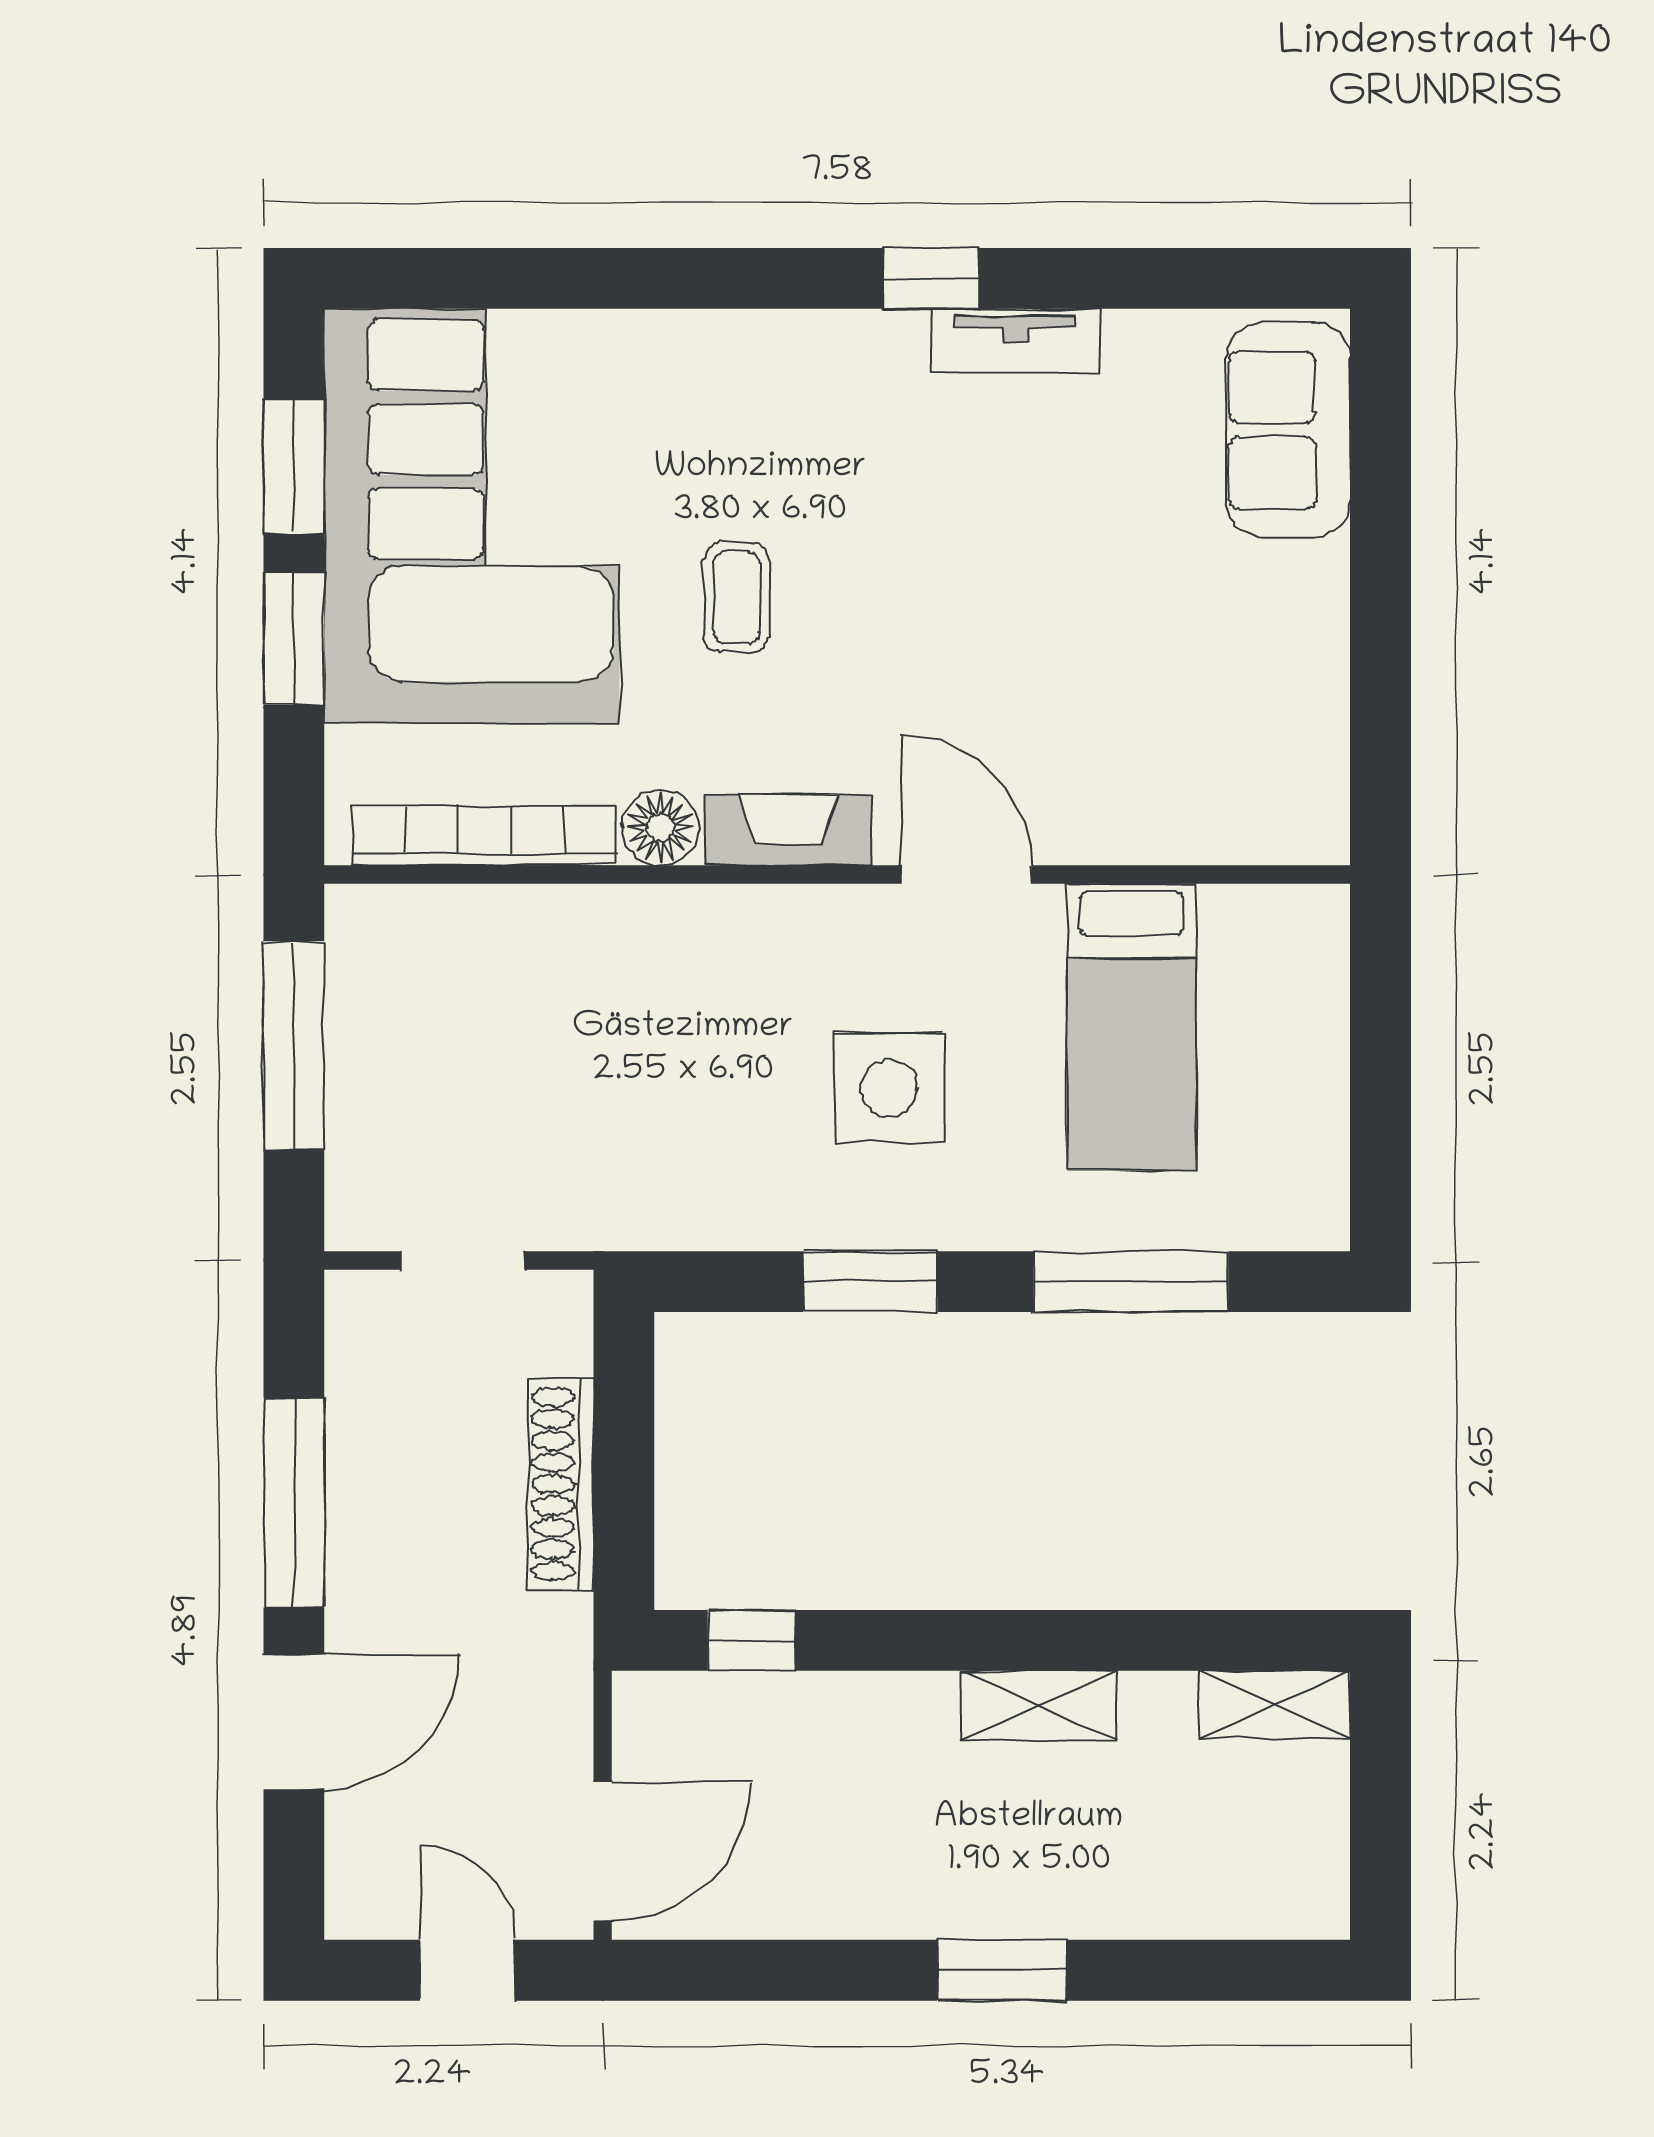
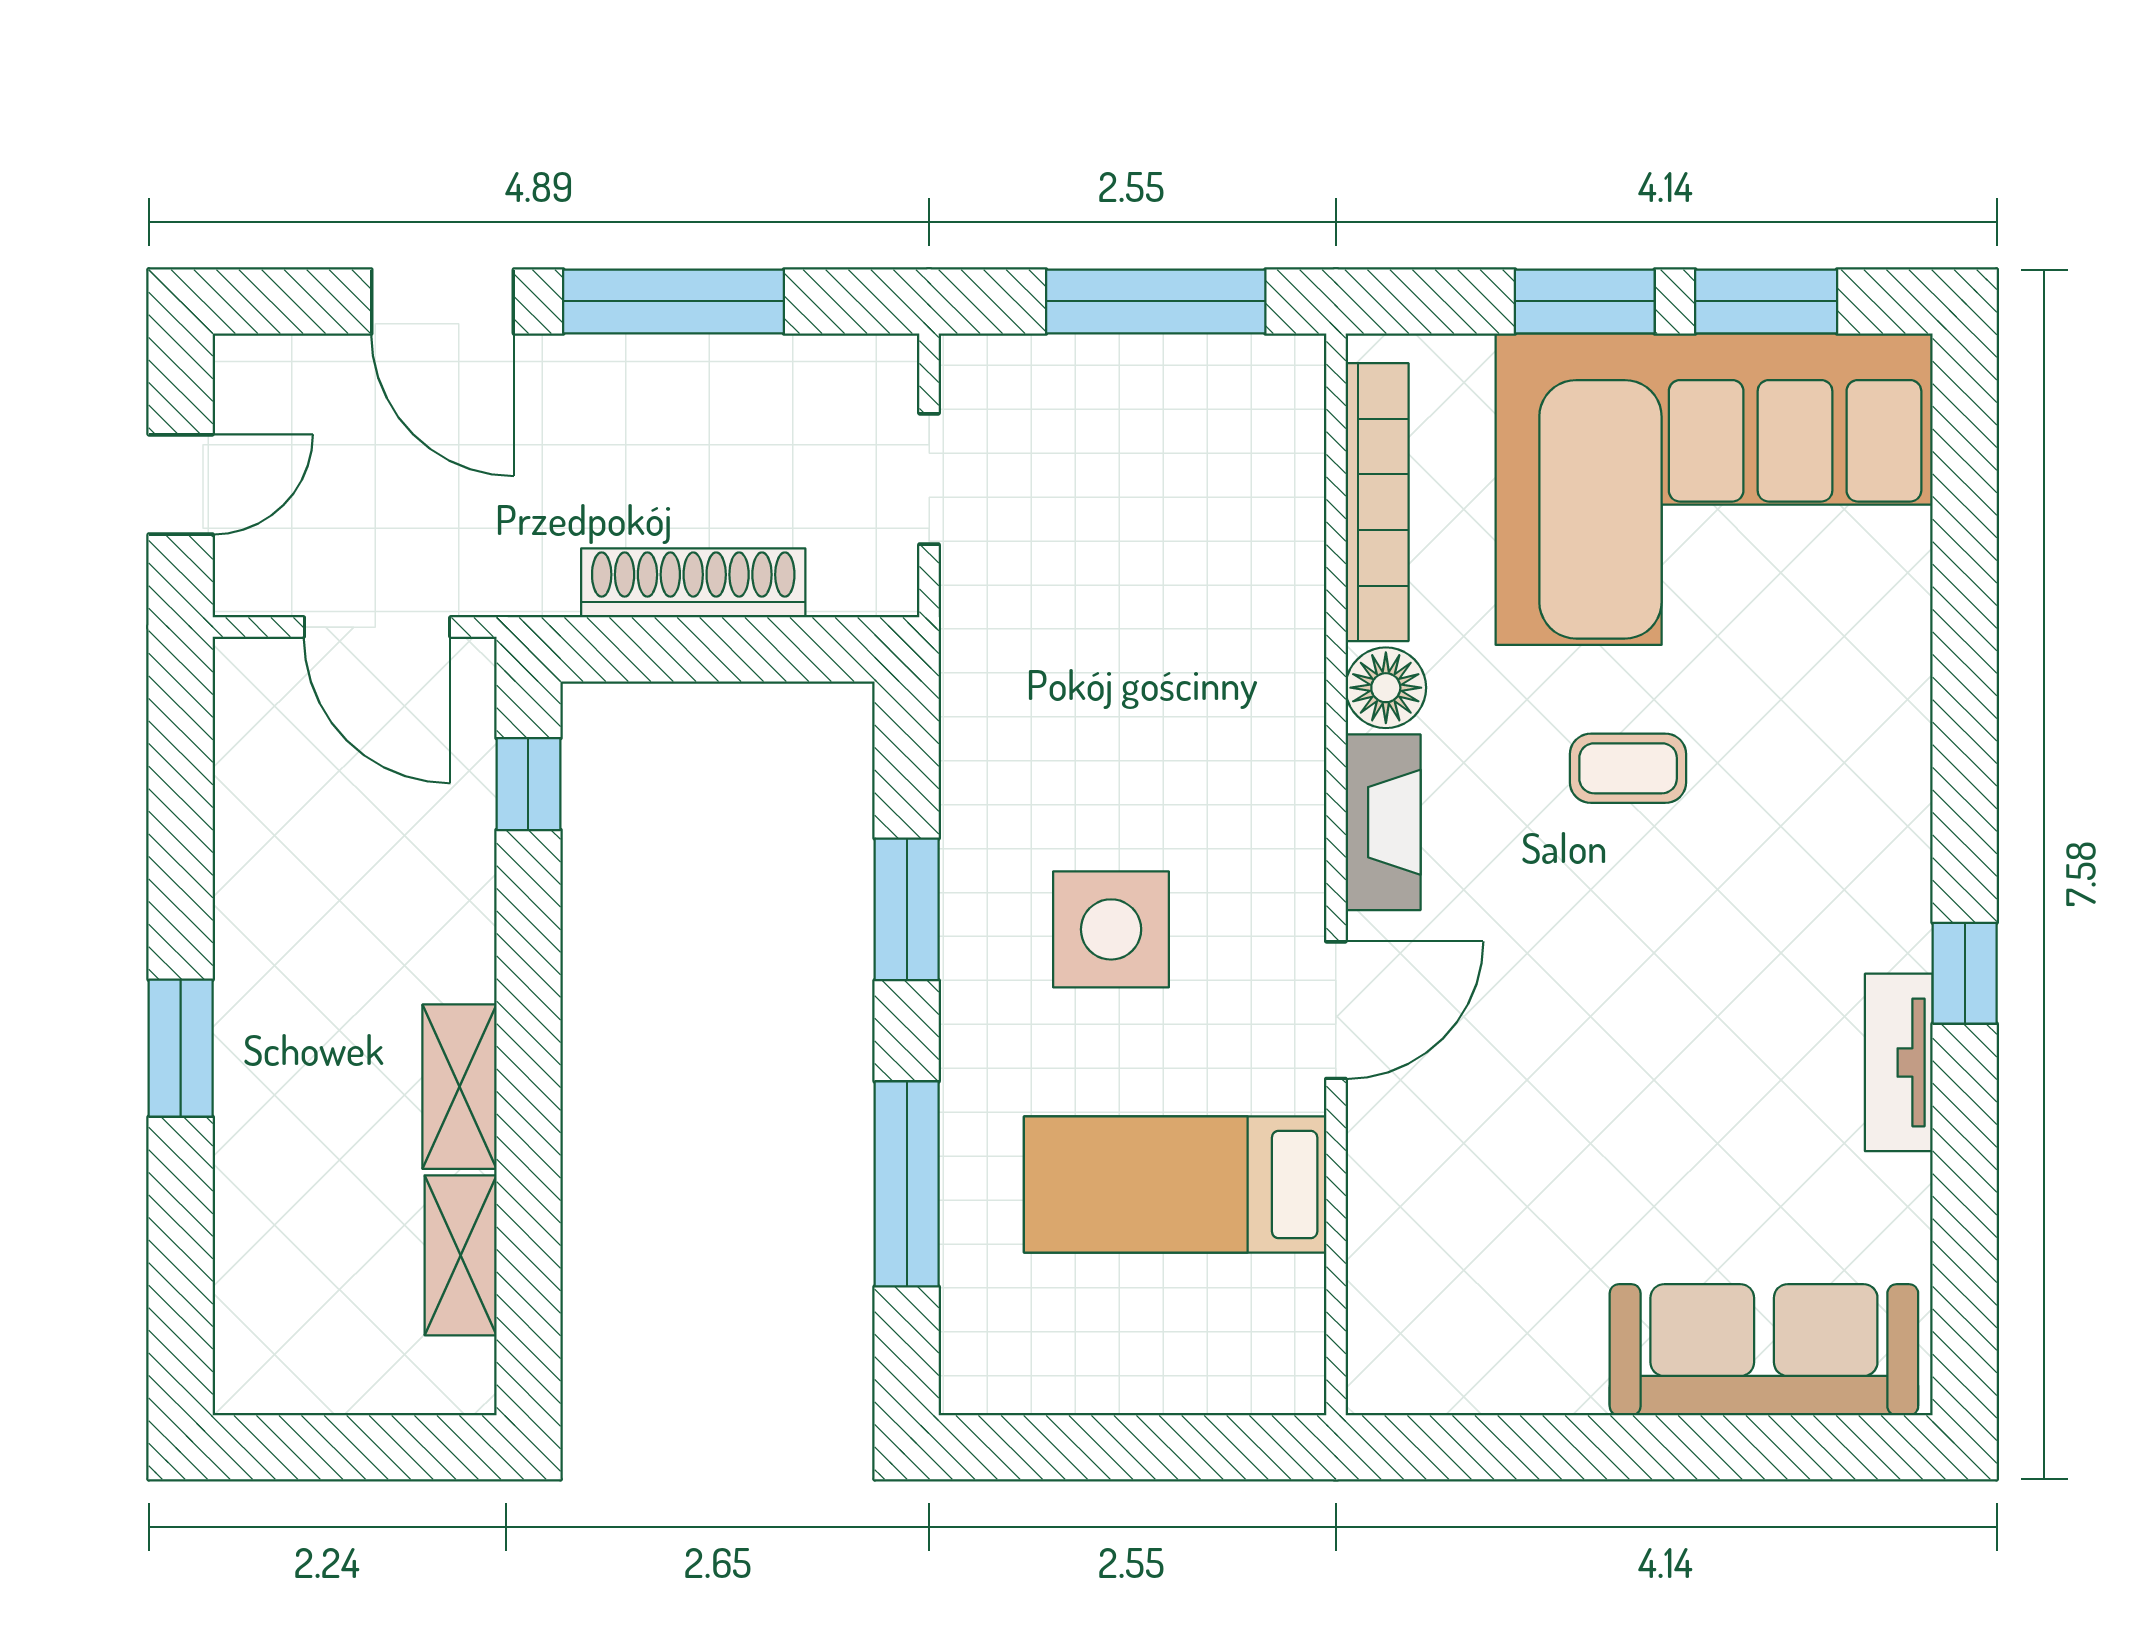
sofa: (1288, 430) -> (1764, 1350), width x1.36
shelving: (1274, 1705) -> (461, 1255), moved
door: (603, 1851) -> (377, 627), moved

